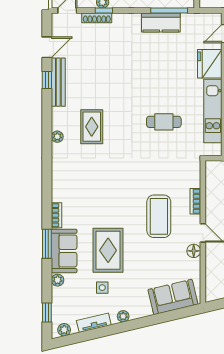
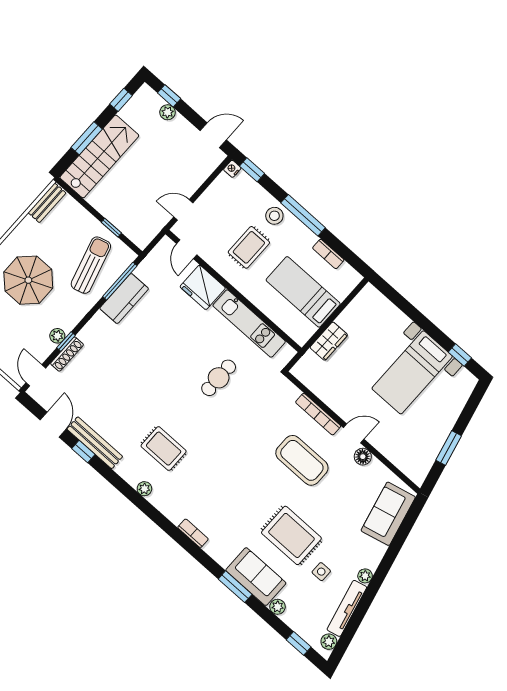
bookcase: (195, 201) -> (318, 414), width x1.56
bookcase: (57, 215) -> (193, 533), moved
tv unit: (94, 323) -> (347, 608), width x1.41

